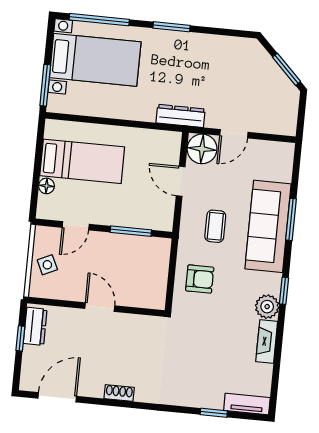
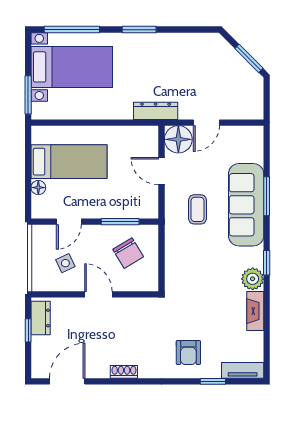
side table: (47, 265) -> (65, 263), moved
chair: (136, 266) -> (128, 253), added
armchair: (200, 279) -> (188, 352), moved, turned 90

